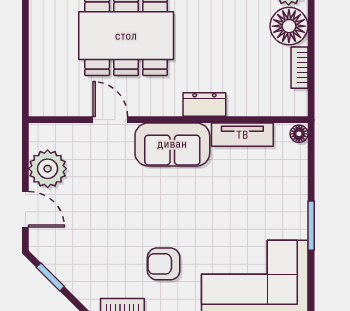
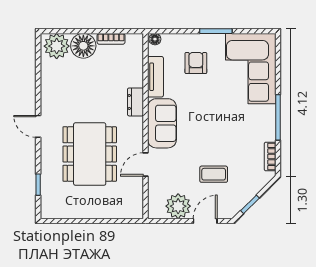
coffee table: (96, 222) -> (214, 174), added
armchair: (164, 264) -> (196, 63), moved, turned 180

